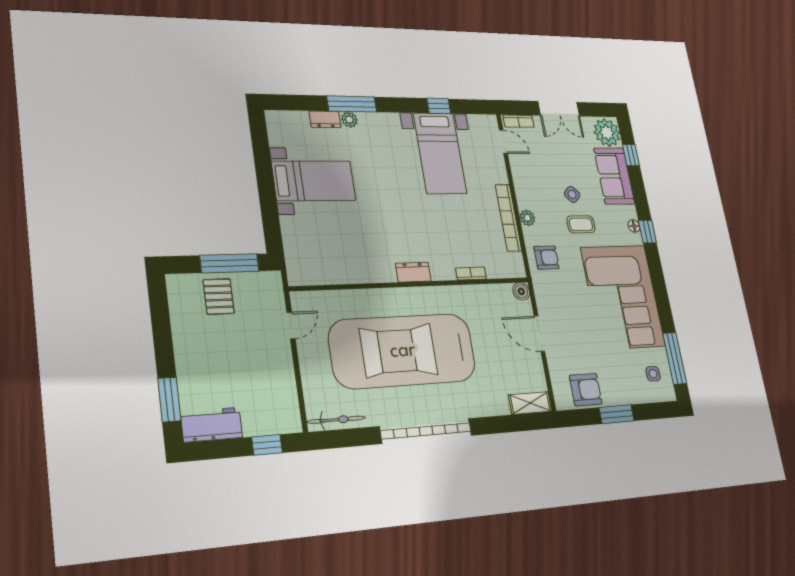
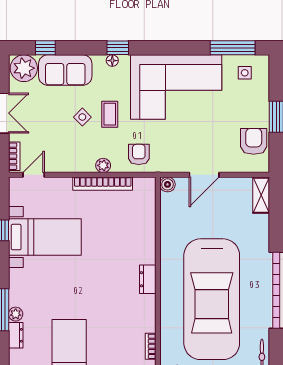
bookcase: (471, 273) -> (151, 346), moved

